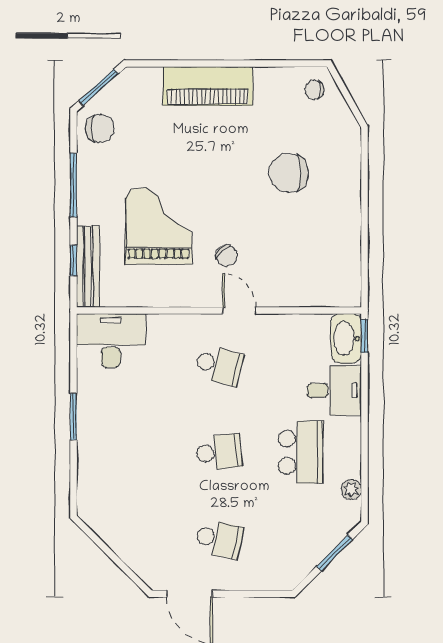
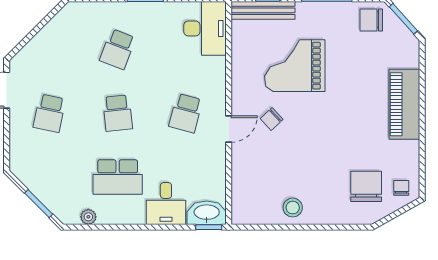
chair: (100, 128) -> (371, 20), turned 90
chair: (289, 173) -> (366, 186), moved
grand piano: (158, 226) -> (295, 66), turned 180
stool: (339, 229) -> (293, 208), added
school desk: (137, 452) -> (118, 49), added

